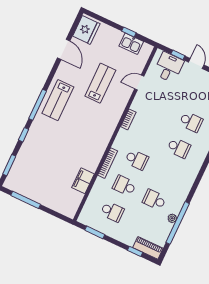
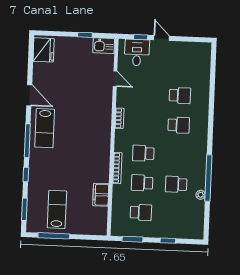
kitchen sink: (131, 44) -> (104, 46), moved
door: (64, 49) -> (29, 95), moved
lab bench: (100, 83) -> (57, 209), moved
door: (139, 83) -> (115, 79), swing flipped
school desk: (137, 160) -> (143, 153), turned 180
window: (178, 223) -> (208, 178), moved
piano: (148, 248) -> (189, 233), removed
window: (135, 251) -> (168, 241), moved

